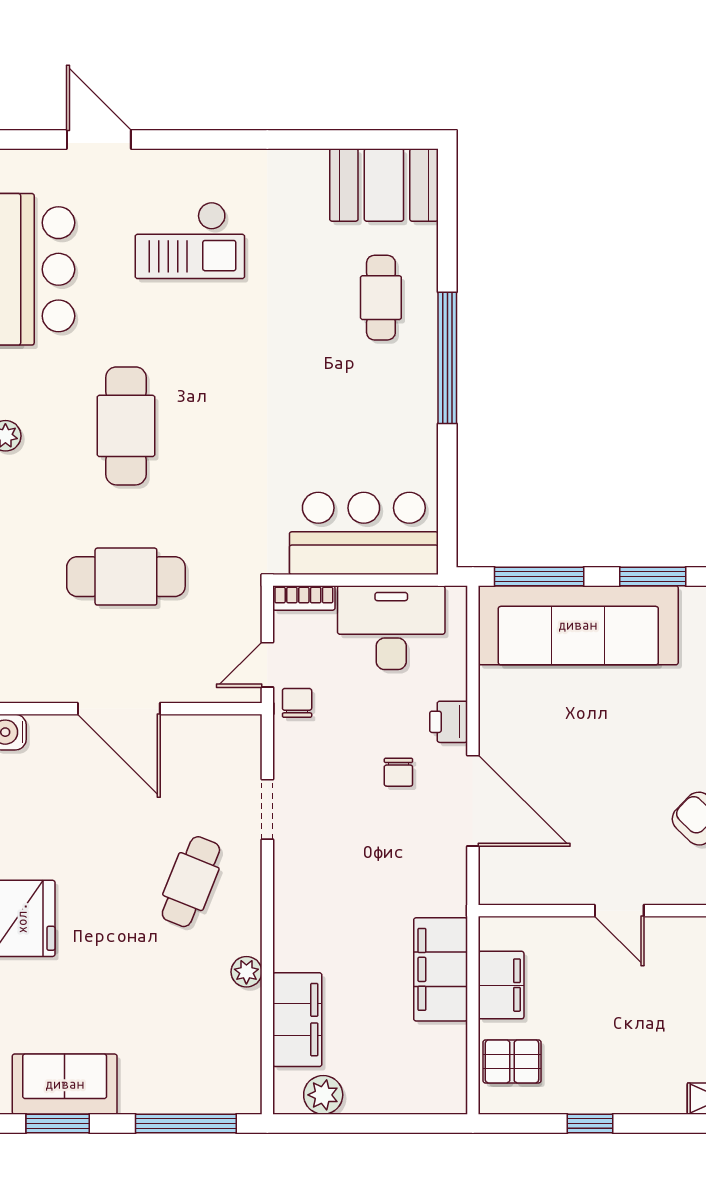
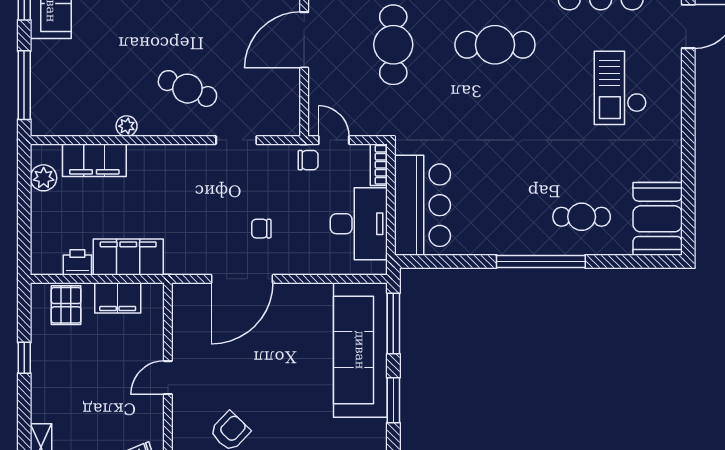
printer: (449, 722) -> (77, 262), moved

